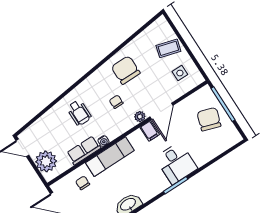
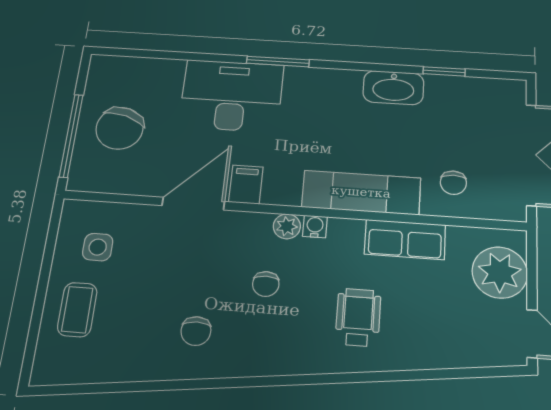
coffee table: (168, 48) -> (77, 310), turned 74
chair: (126, 70) -> (196, 331), width x0.54, depth x0.54
plant: (140, 117) -> (287, 226), moved
water cooler: (103, 141) -> (315, 226), moved
desk: (176, 163) -> (231, 96), width x1.37

